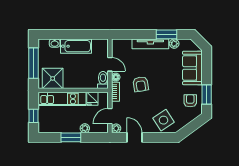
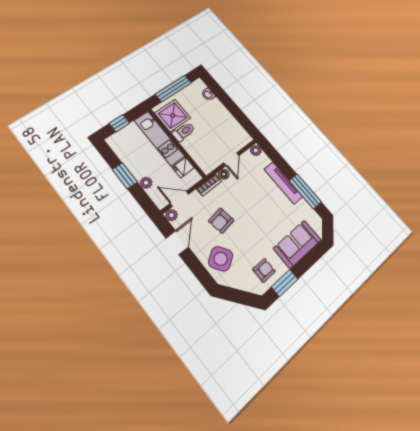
window: (167, 34) -> (305, 191), width x1.44
plant: (174, 44) -> (256, 150), moved
bathtub: (76, 46) -> (222, 115), removed
toilet: (103, 80) -> (184, 132), moved
armchair: (141, 84) -> (221, 221), moved

